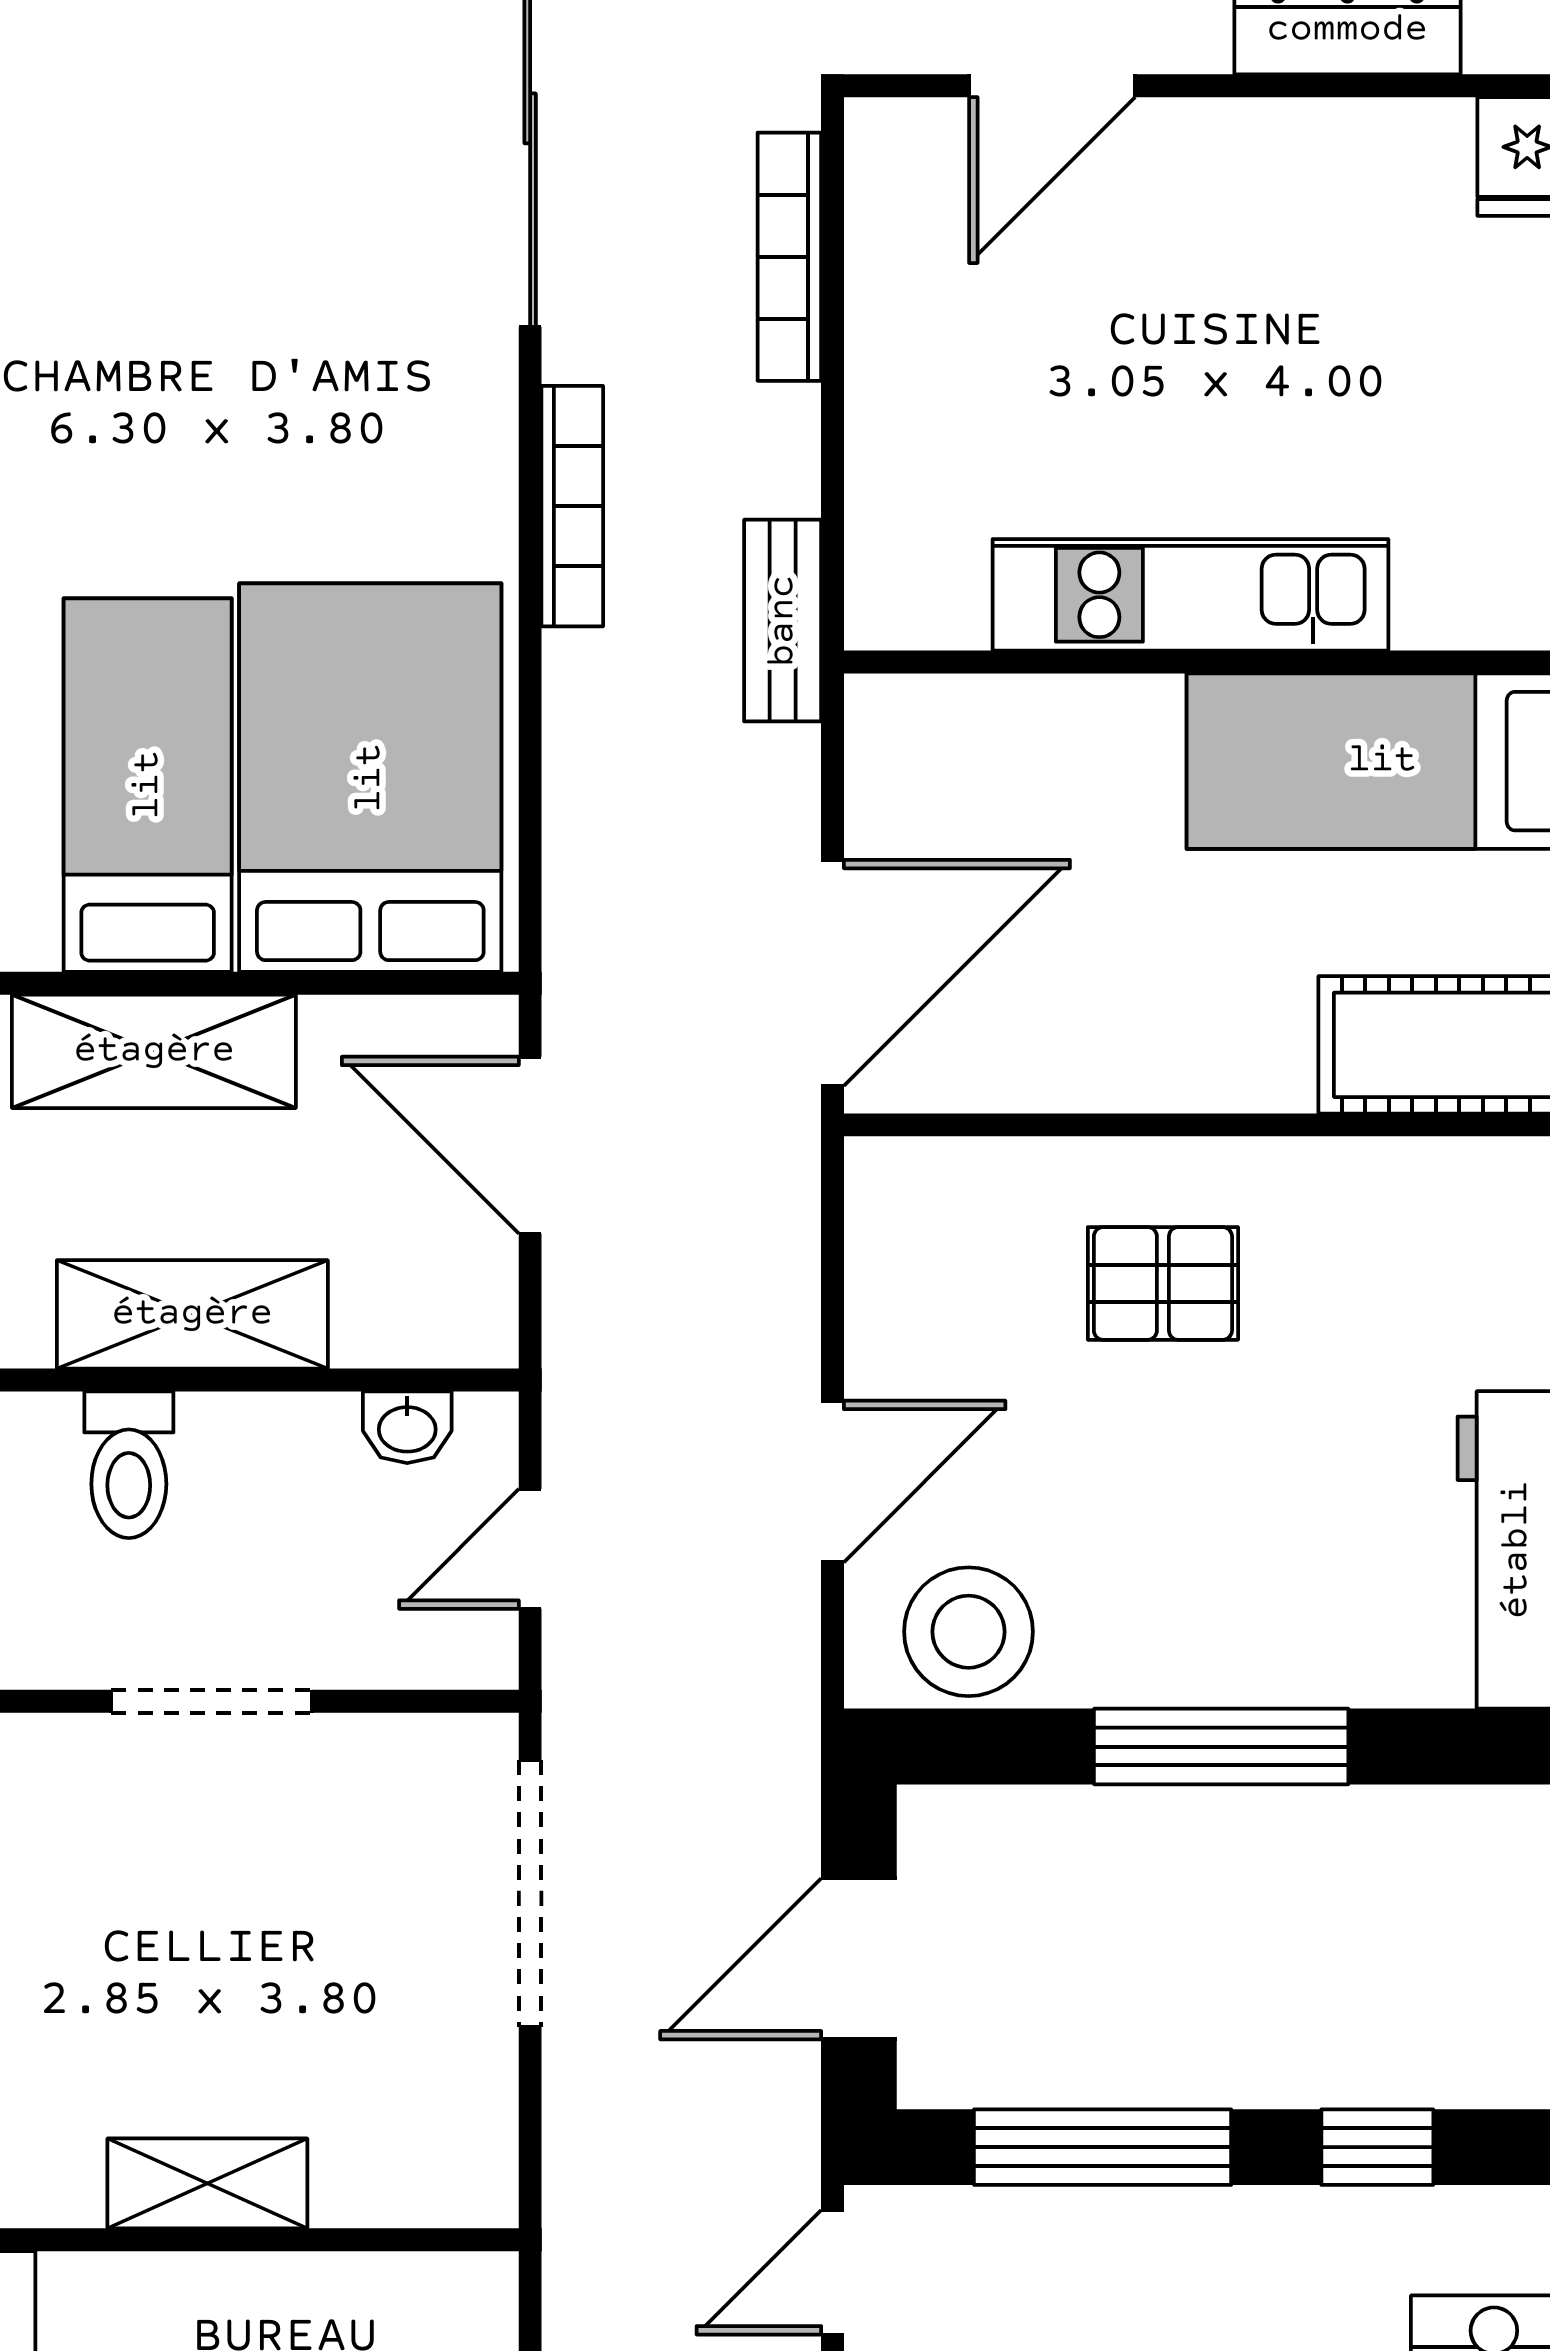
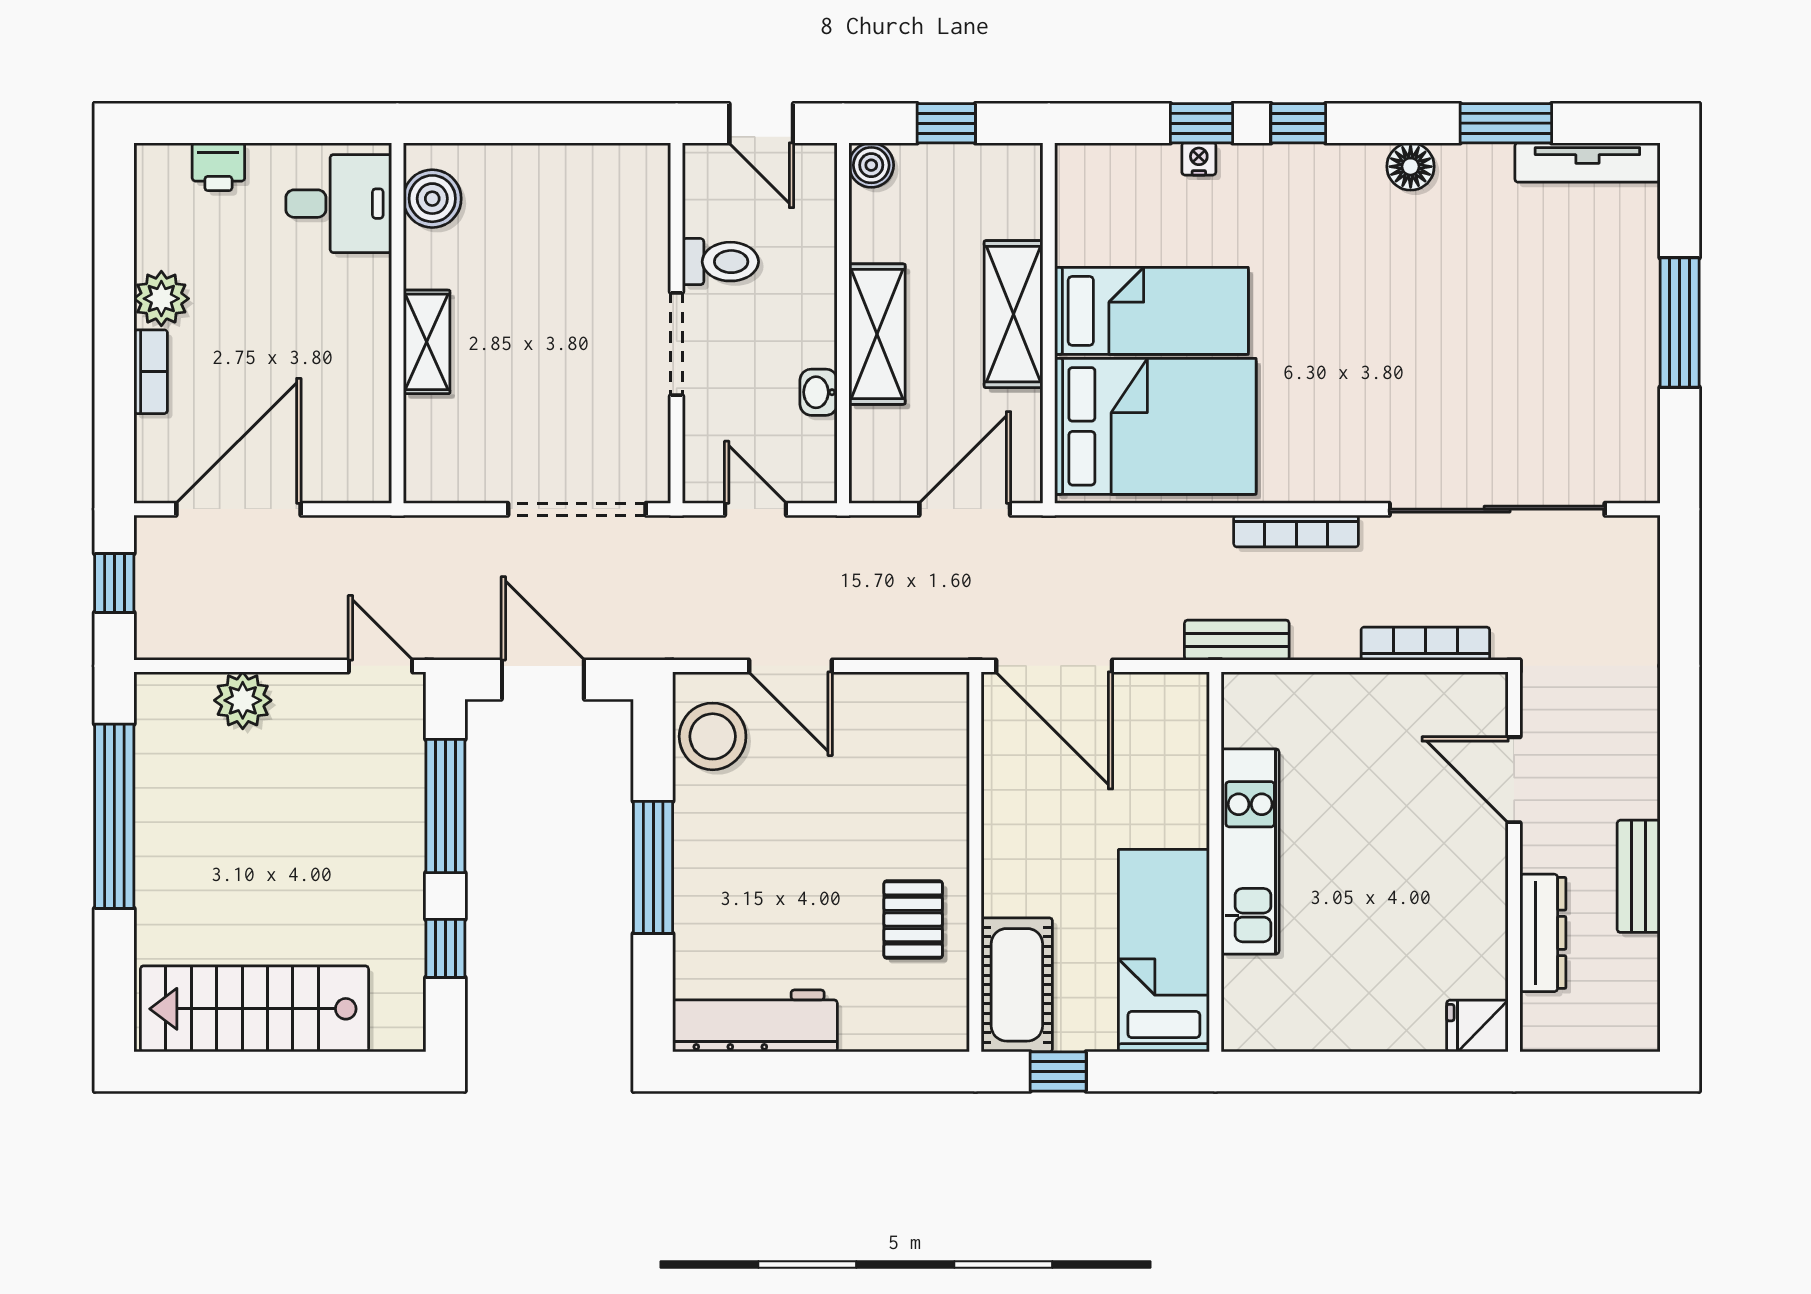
pallet: (1163, 1283) -> (913, 919), moved
washbasin: (407, 1427) -> (819, 392), moved
toilet: (129, 1465) -> (720, 262), moved, turned 180

